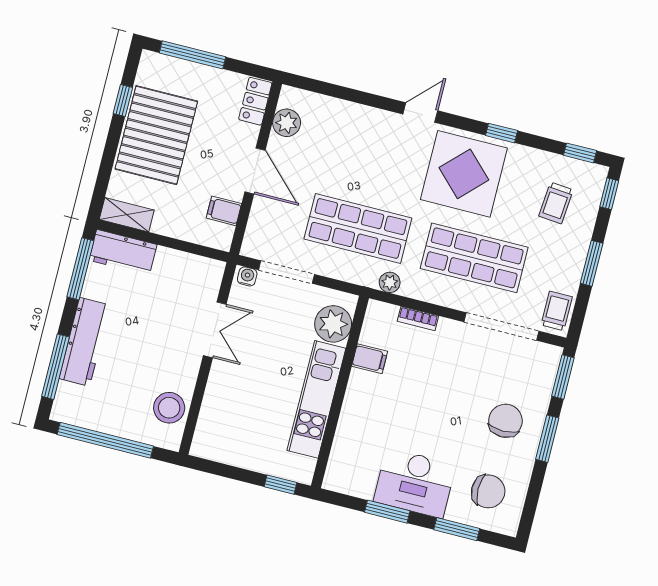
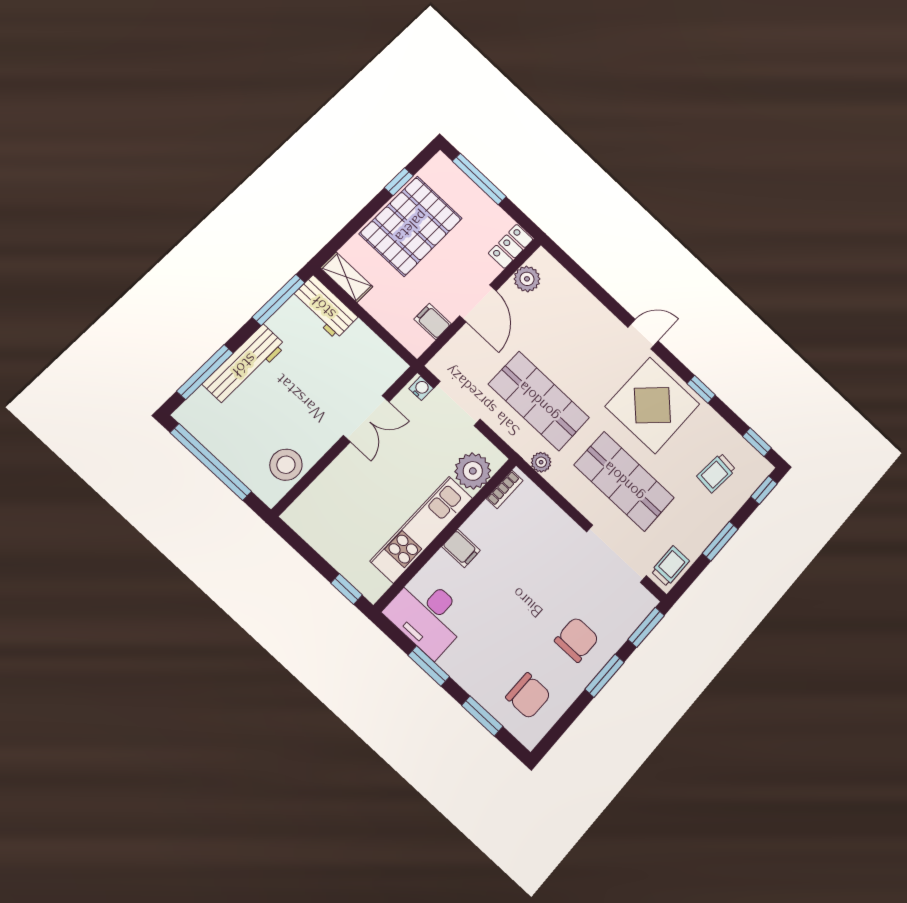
bookcase: (418, 319) -> (505, 489), moved, turned -90
filing cabinet: (370, 359) -> (461, 548), moved
desk: (415, 483) -> (427, 615), moved

